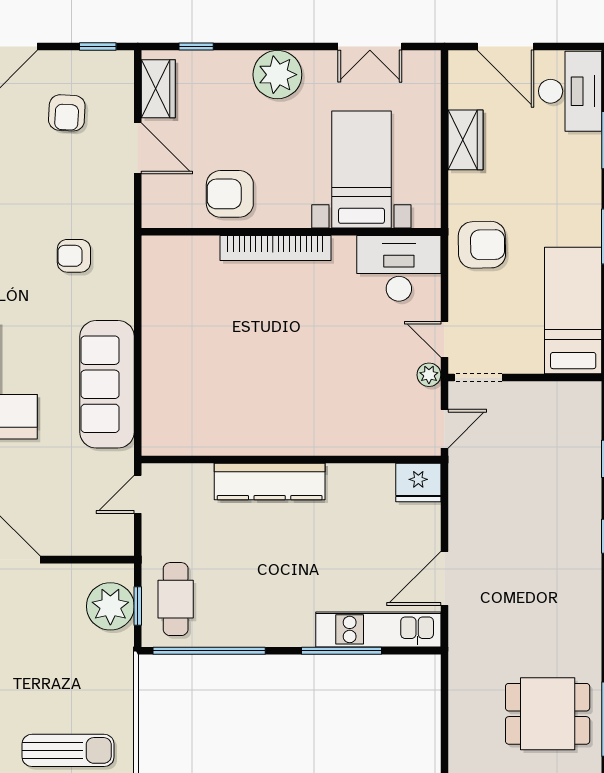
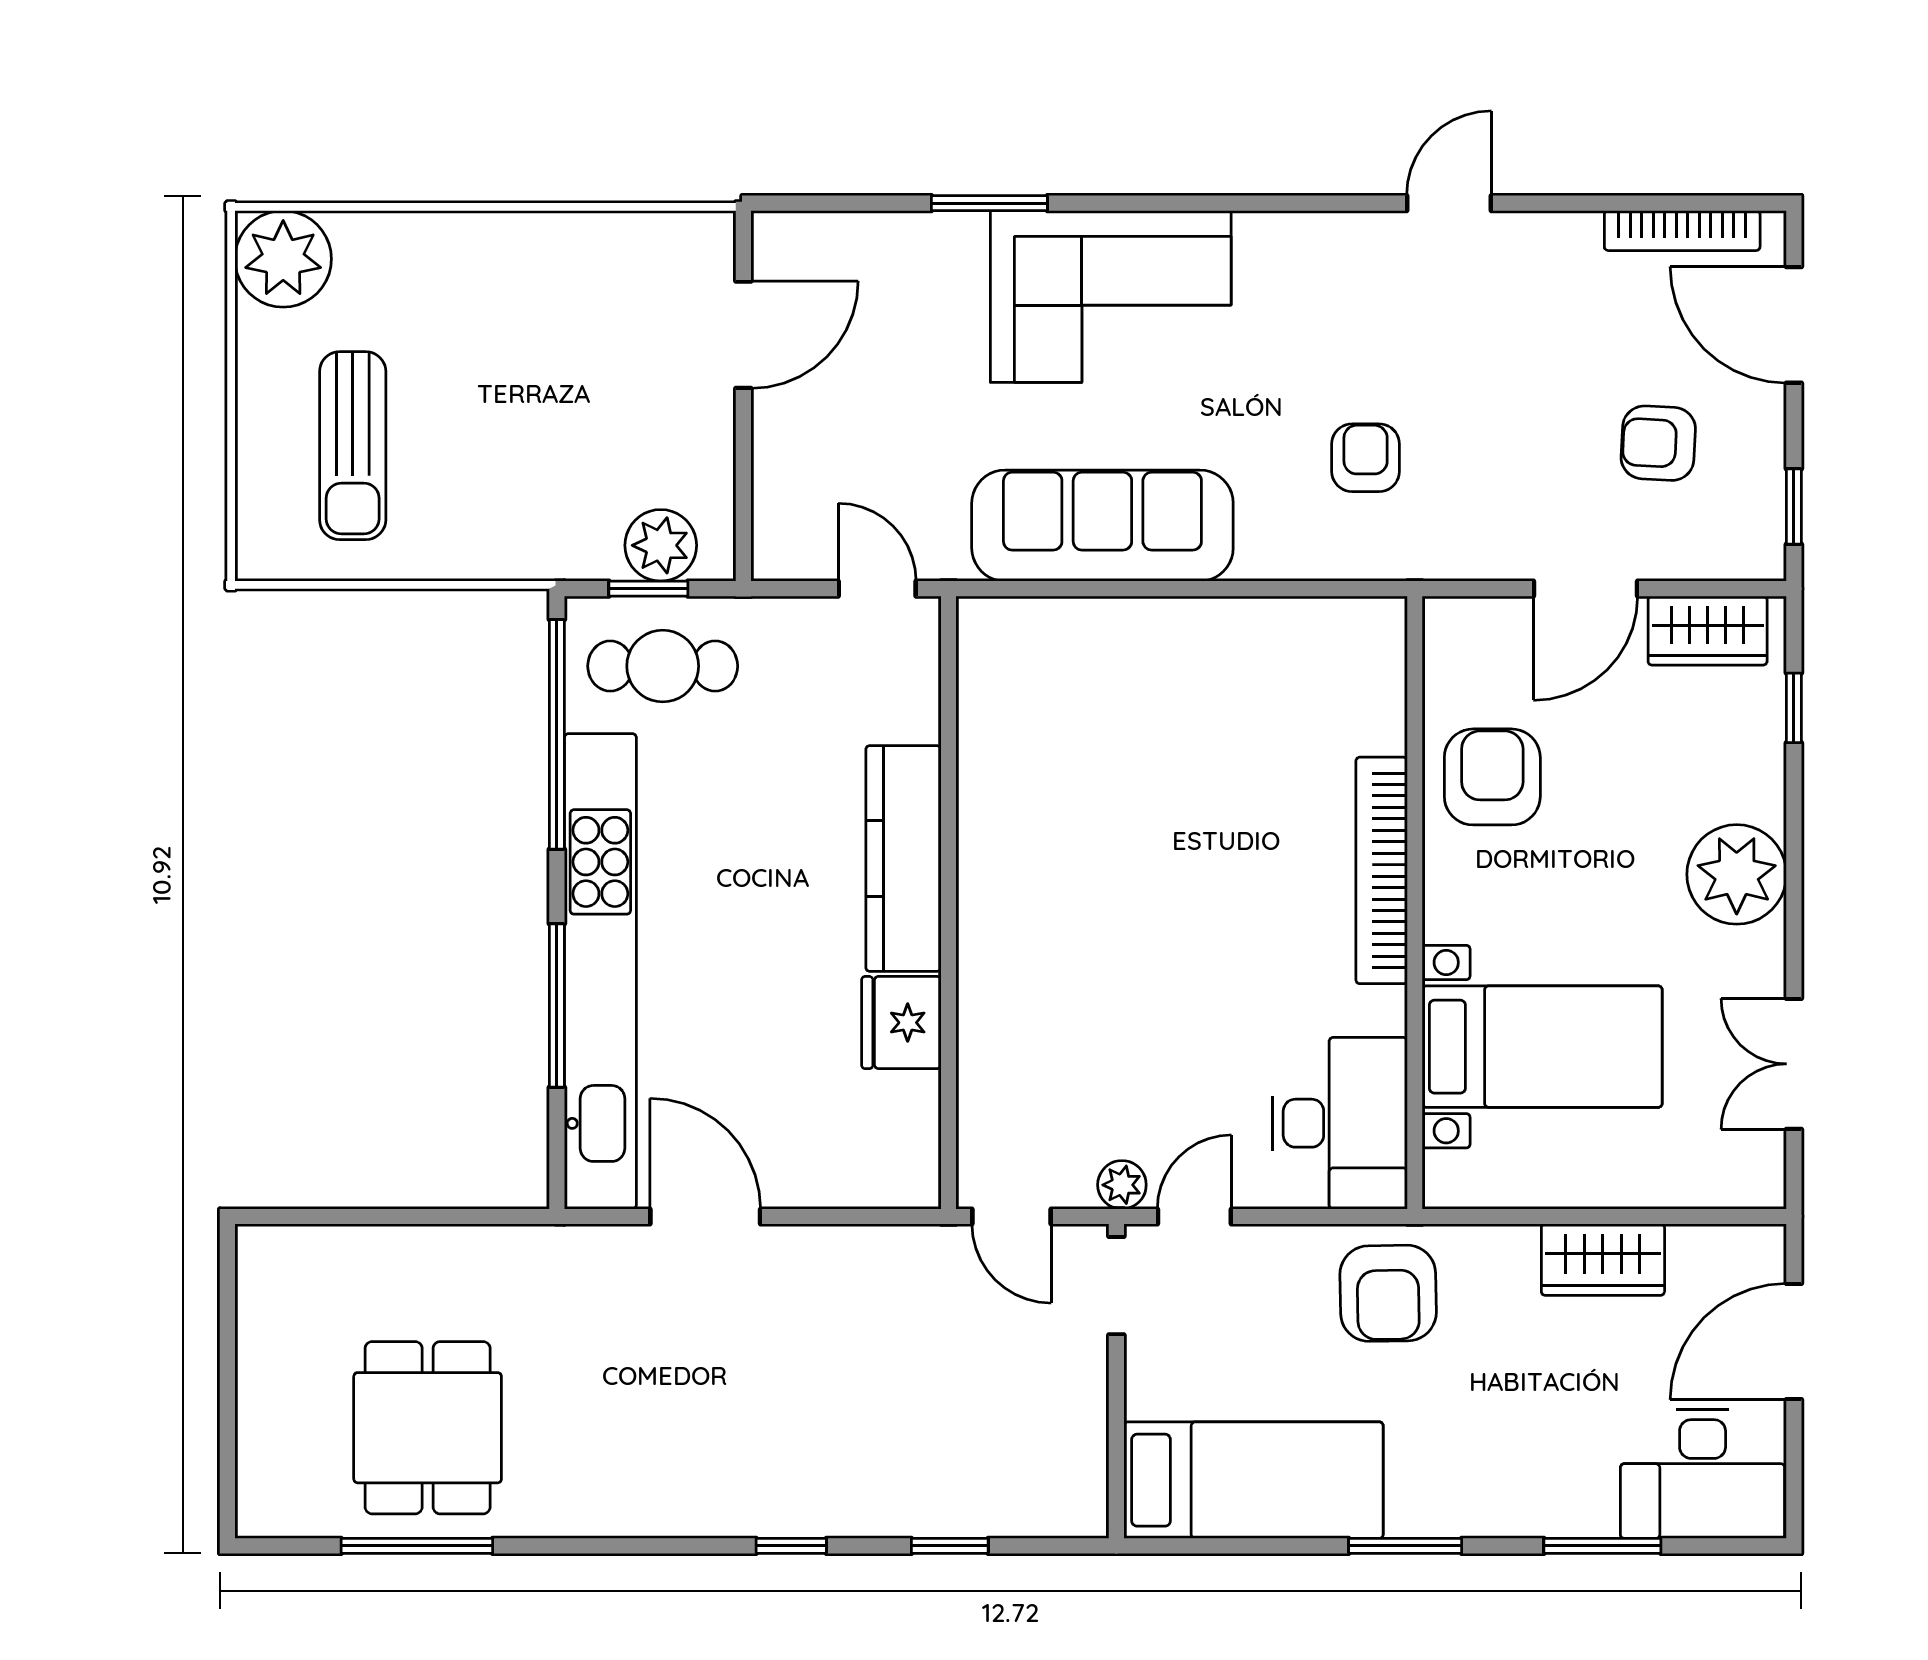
fridge: (418, 482) -> (901, 1023), moved
plant: (110, 606) -> (661, 545), width x0.73, depth x0.73
kitchen unit: (378, 629) -> (600, 971), width x1.86

